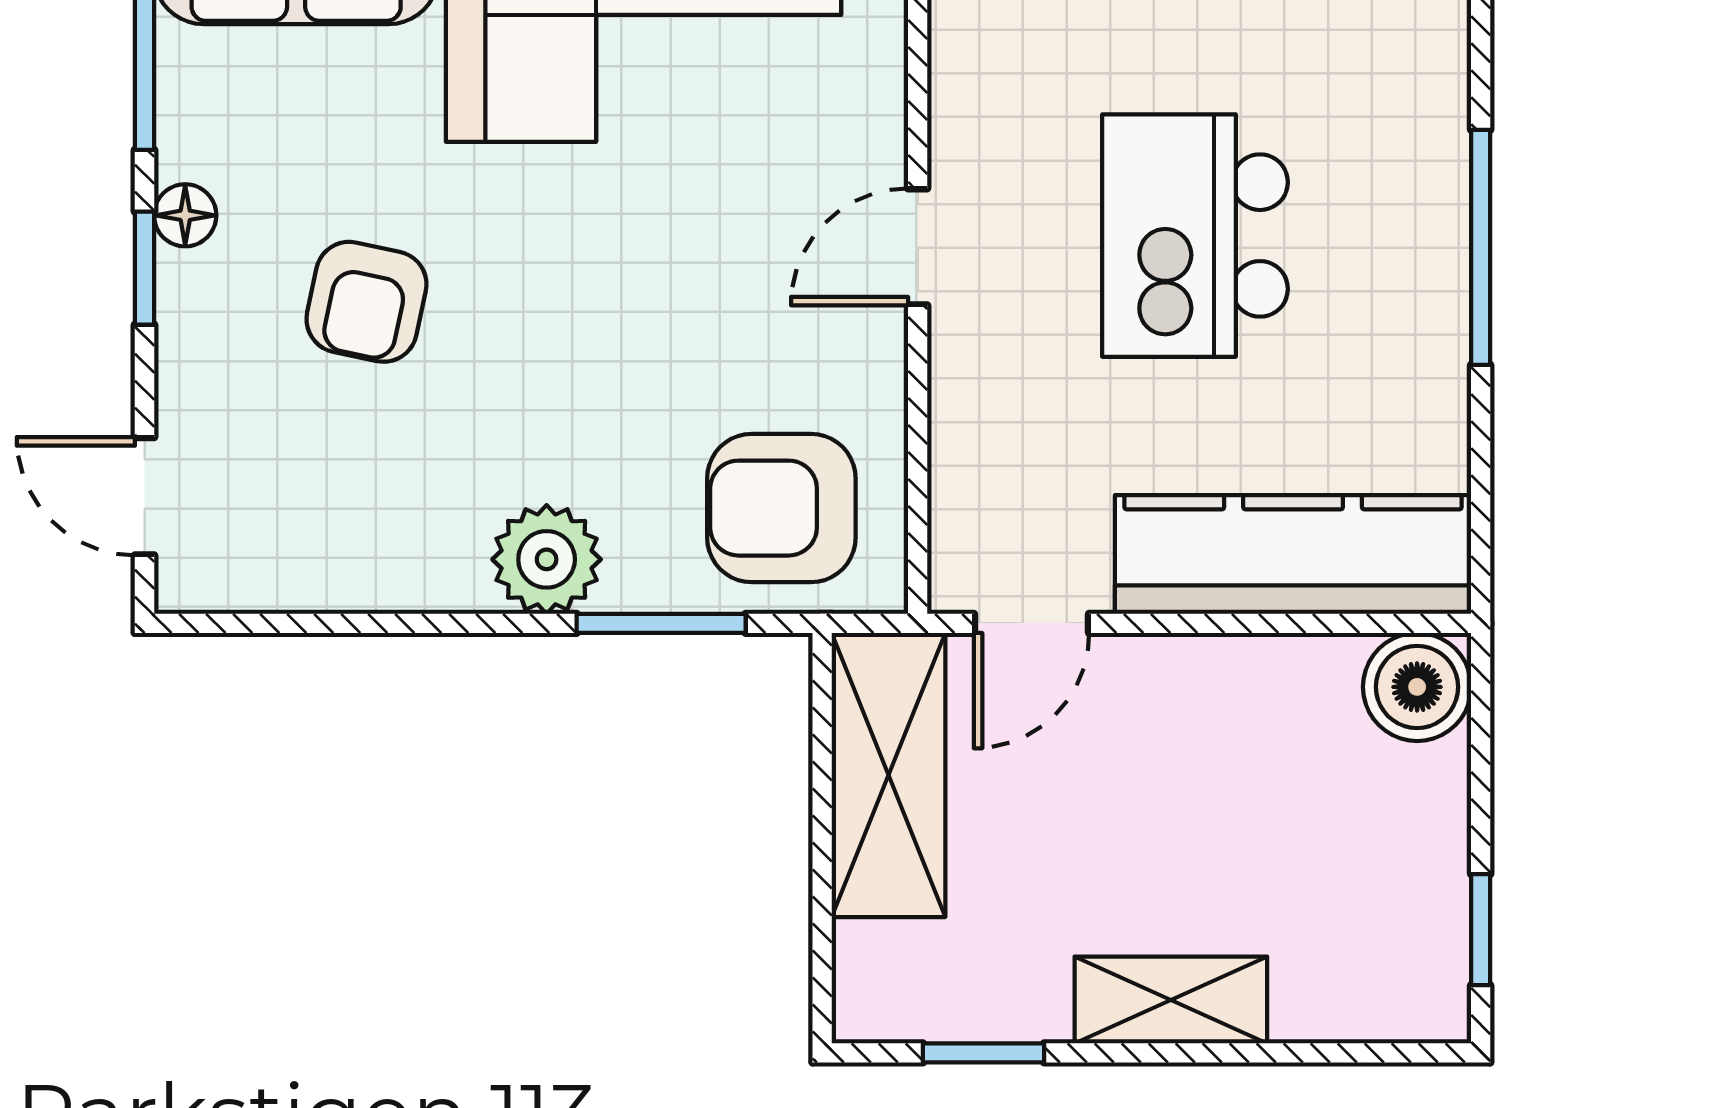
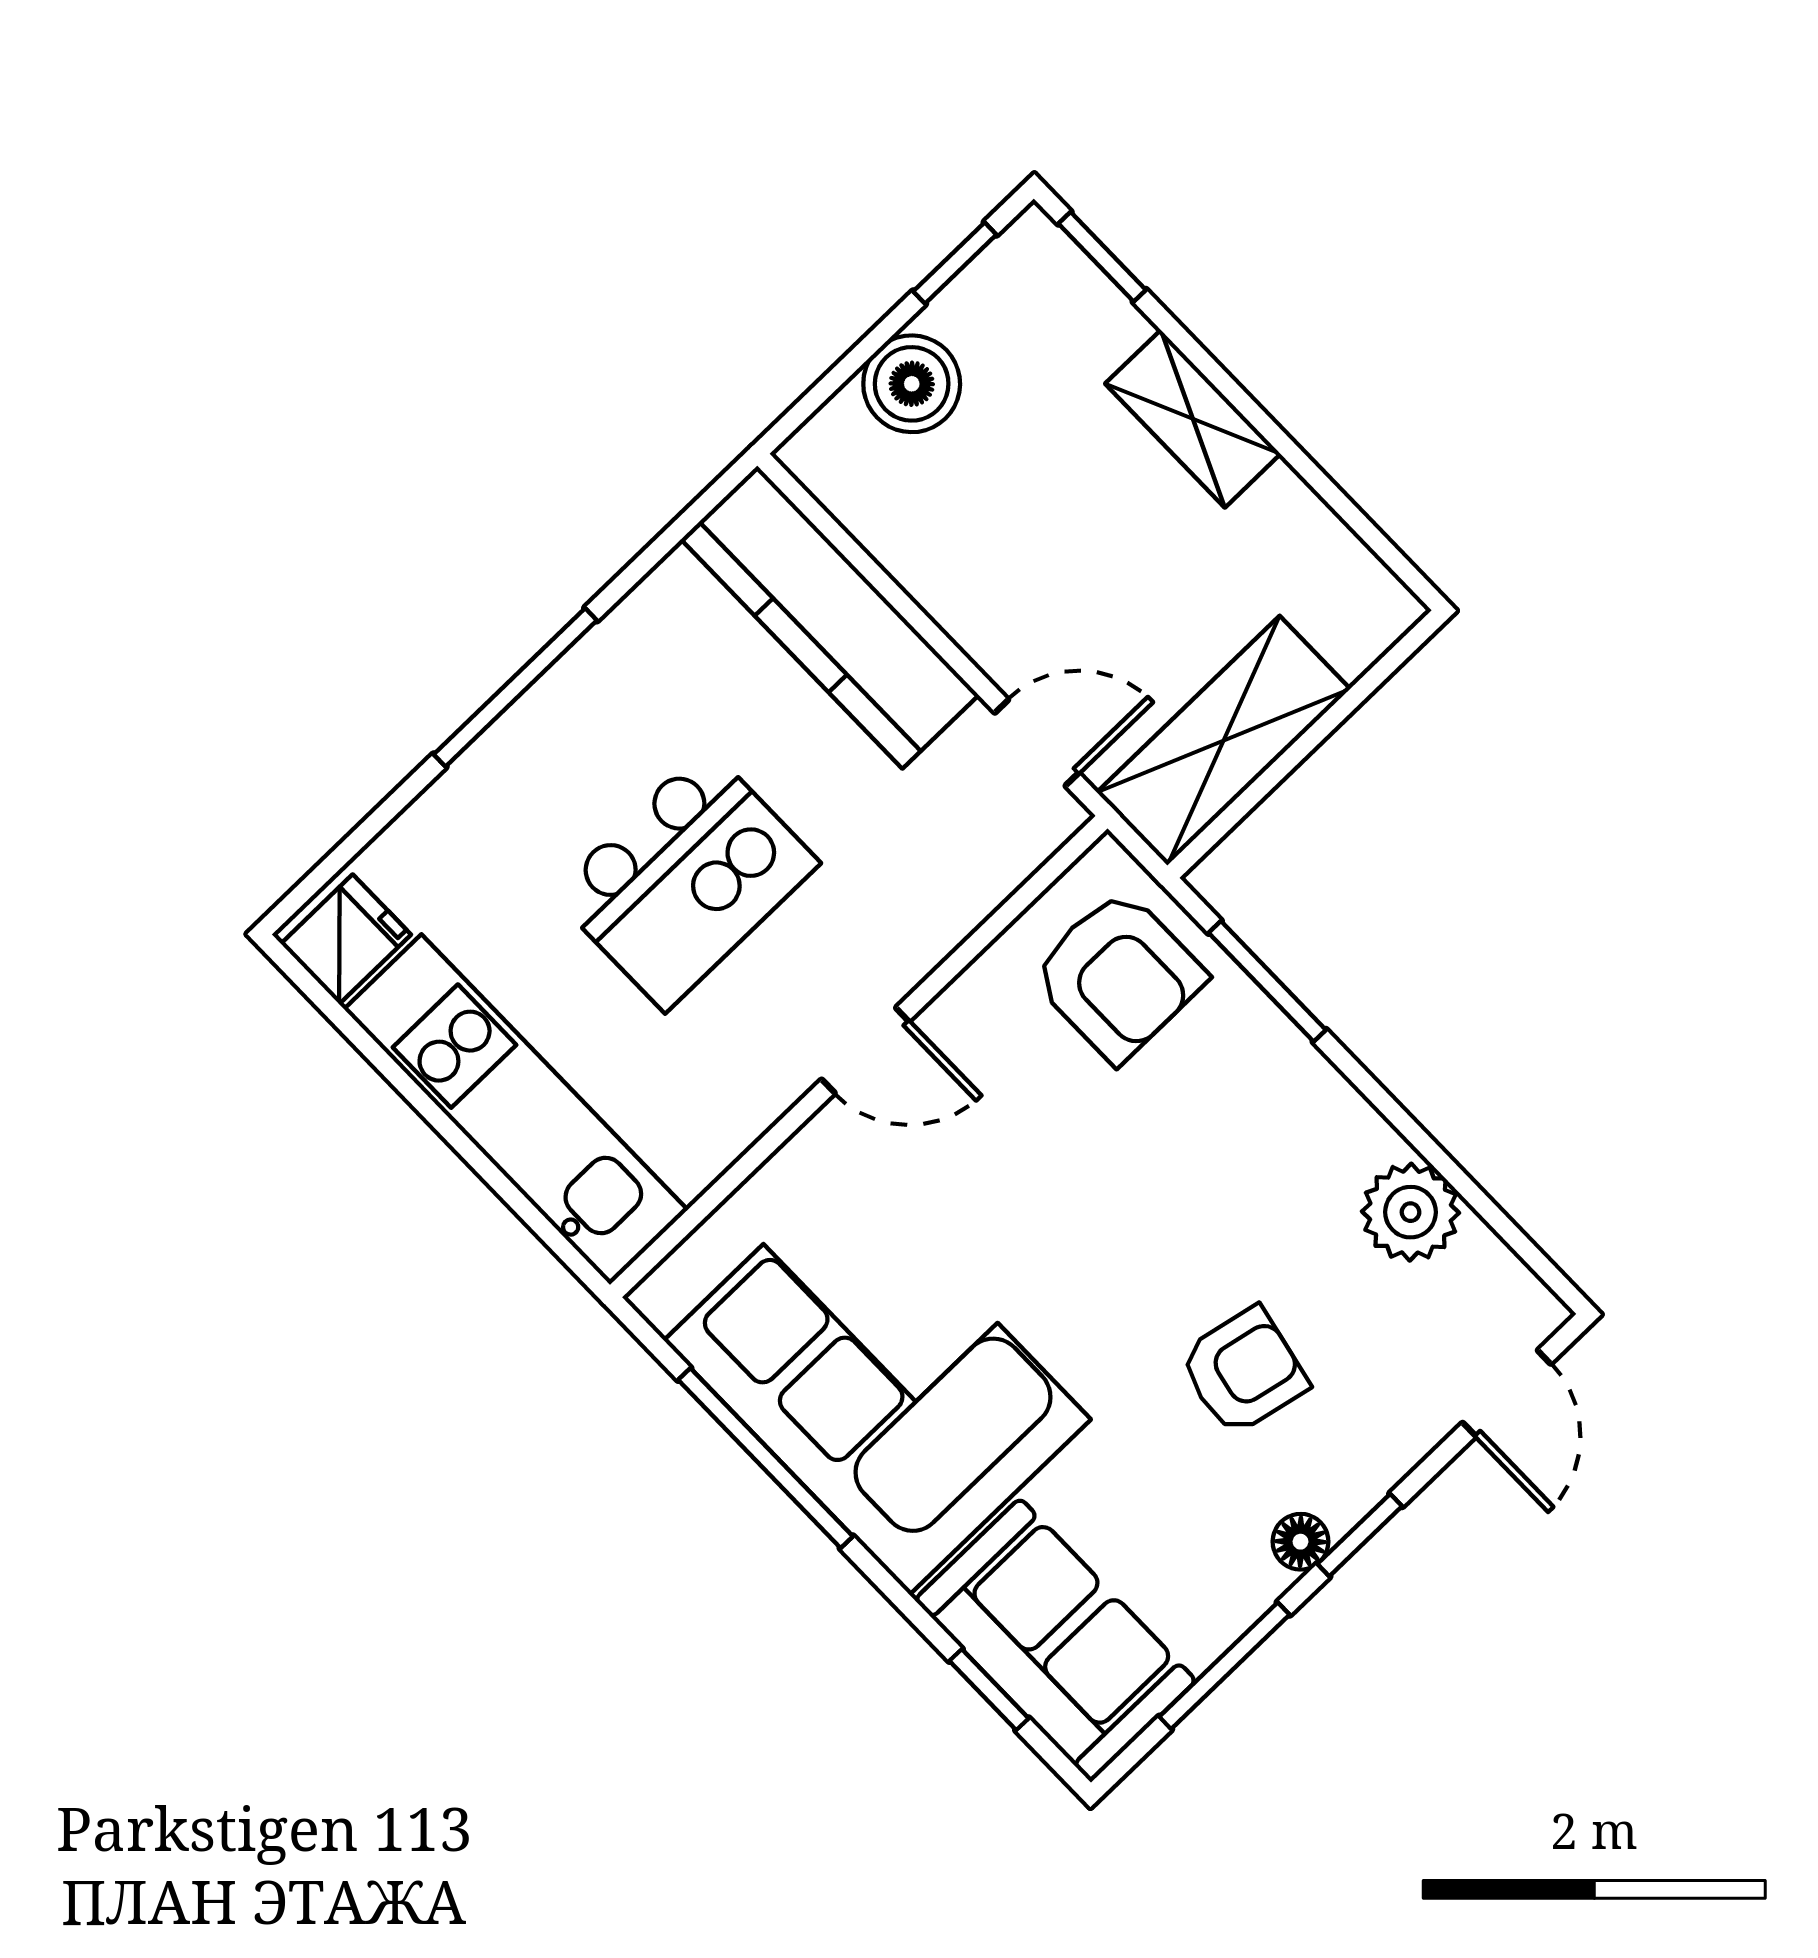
plant: (547, 559) -> (1411, 1212), moved
boiler: (1417, 687) -> (912, 384), moved
window: (984, 1053) -> (1102, 257), moved

